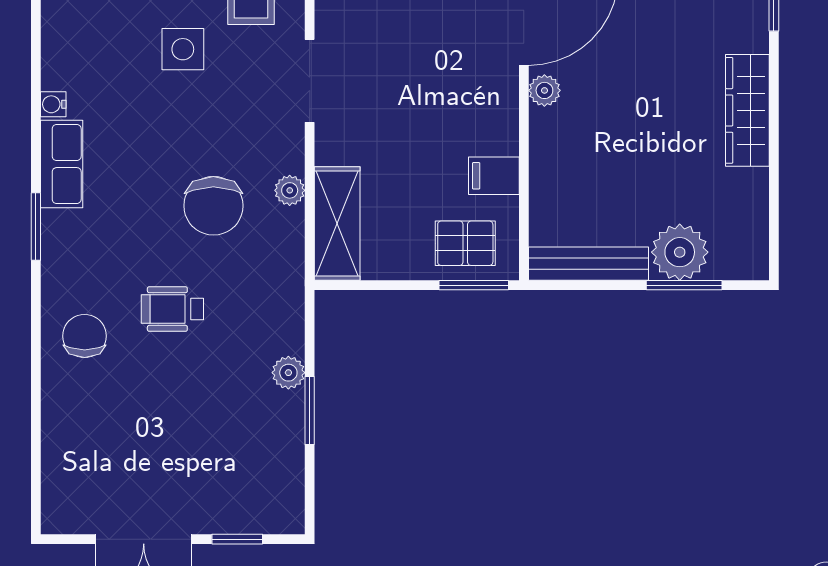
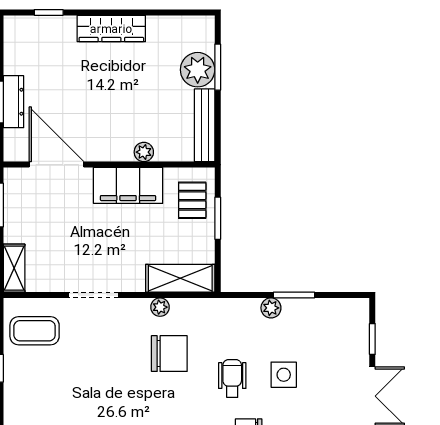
side table: (183, 49) -> (284, 375), moved
plant: (544, 90) -> (144, 152), moved
filing cabinet: (494, 176) -> (128, 185), width x3.00, depth x1.17
window: (474, 285) -> (218, 218), moved
wheelchair: (172, 309) -> (232, 379), turned 180

